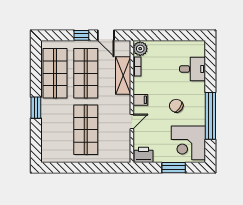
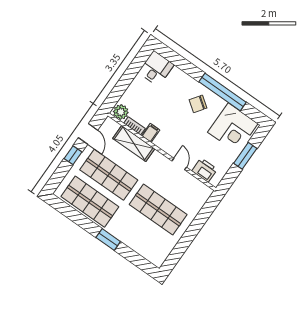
door: (106, 35) -> (88, 134), hinge flipped
desk: (193, 69) -> (156, 68), moved
filing cabinet: (140, 100) -> (151, 133), moved
chair: (176, 106) -> (198, 104), moved
printer: (143, 155) -> (205, 170), moved, turned 90

